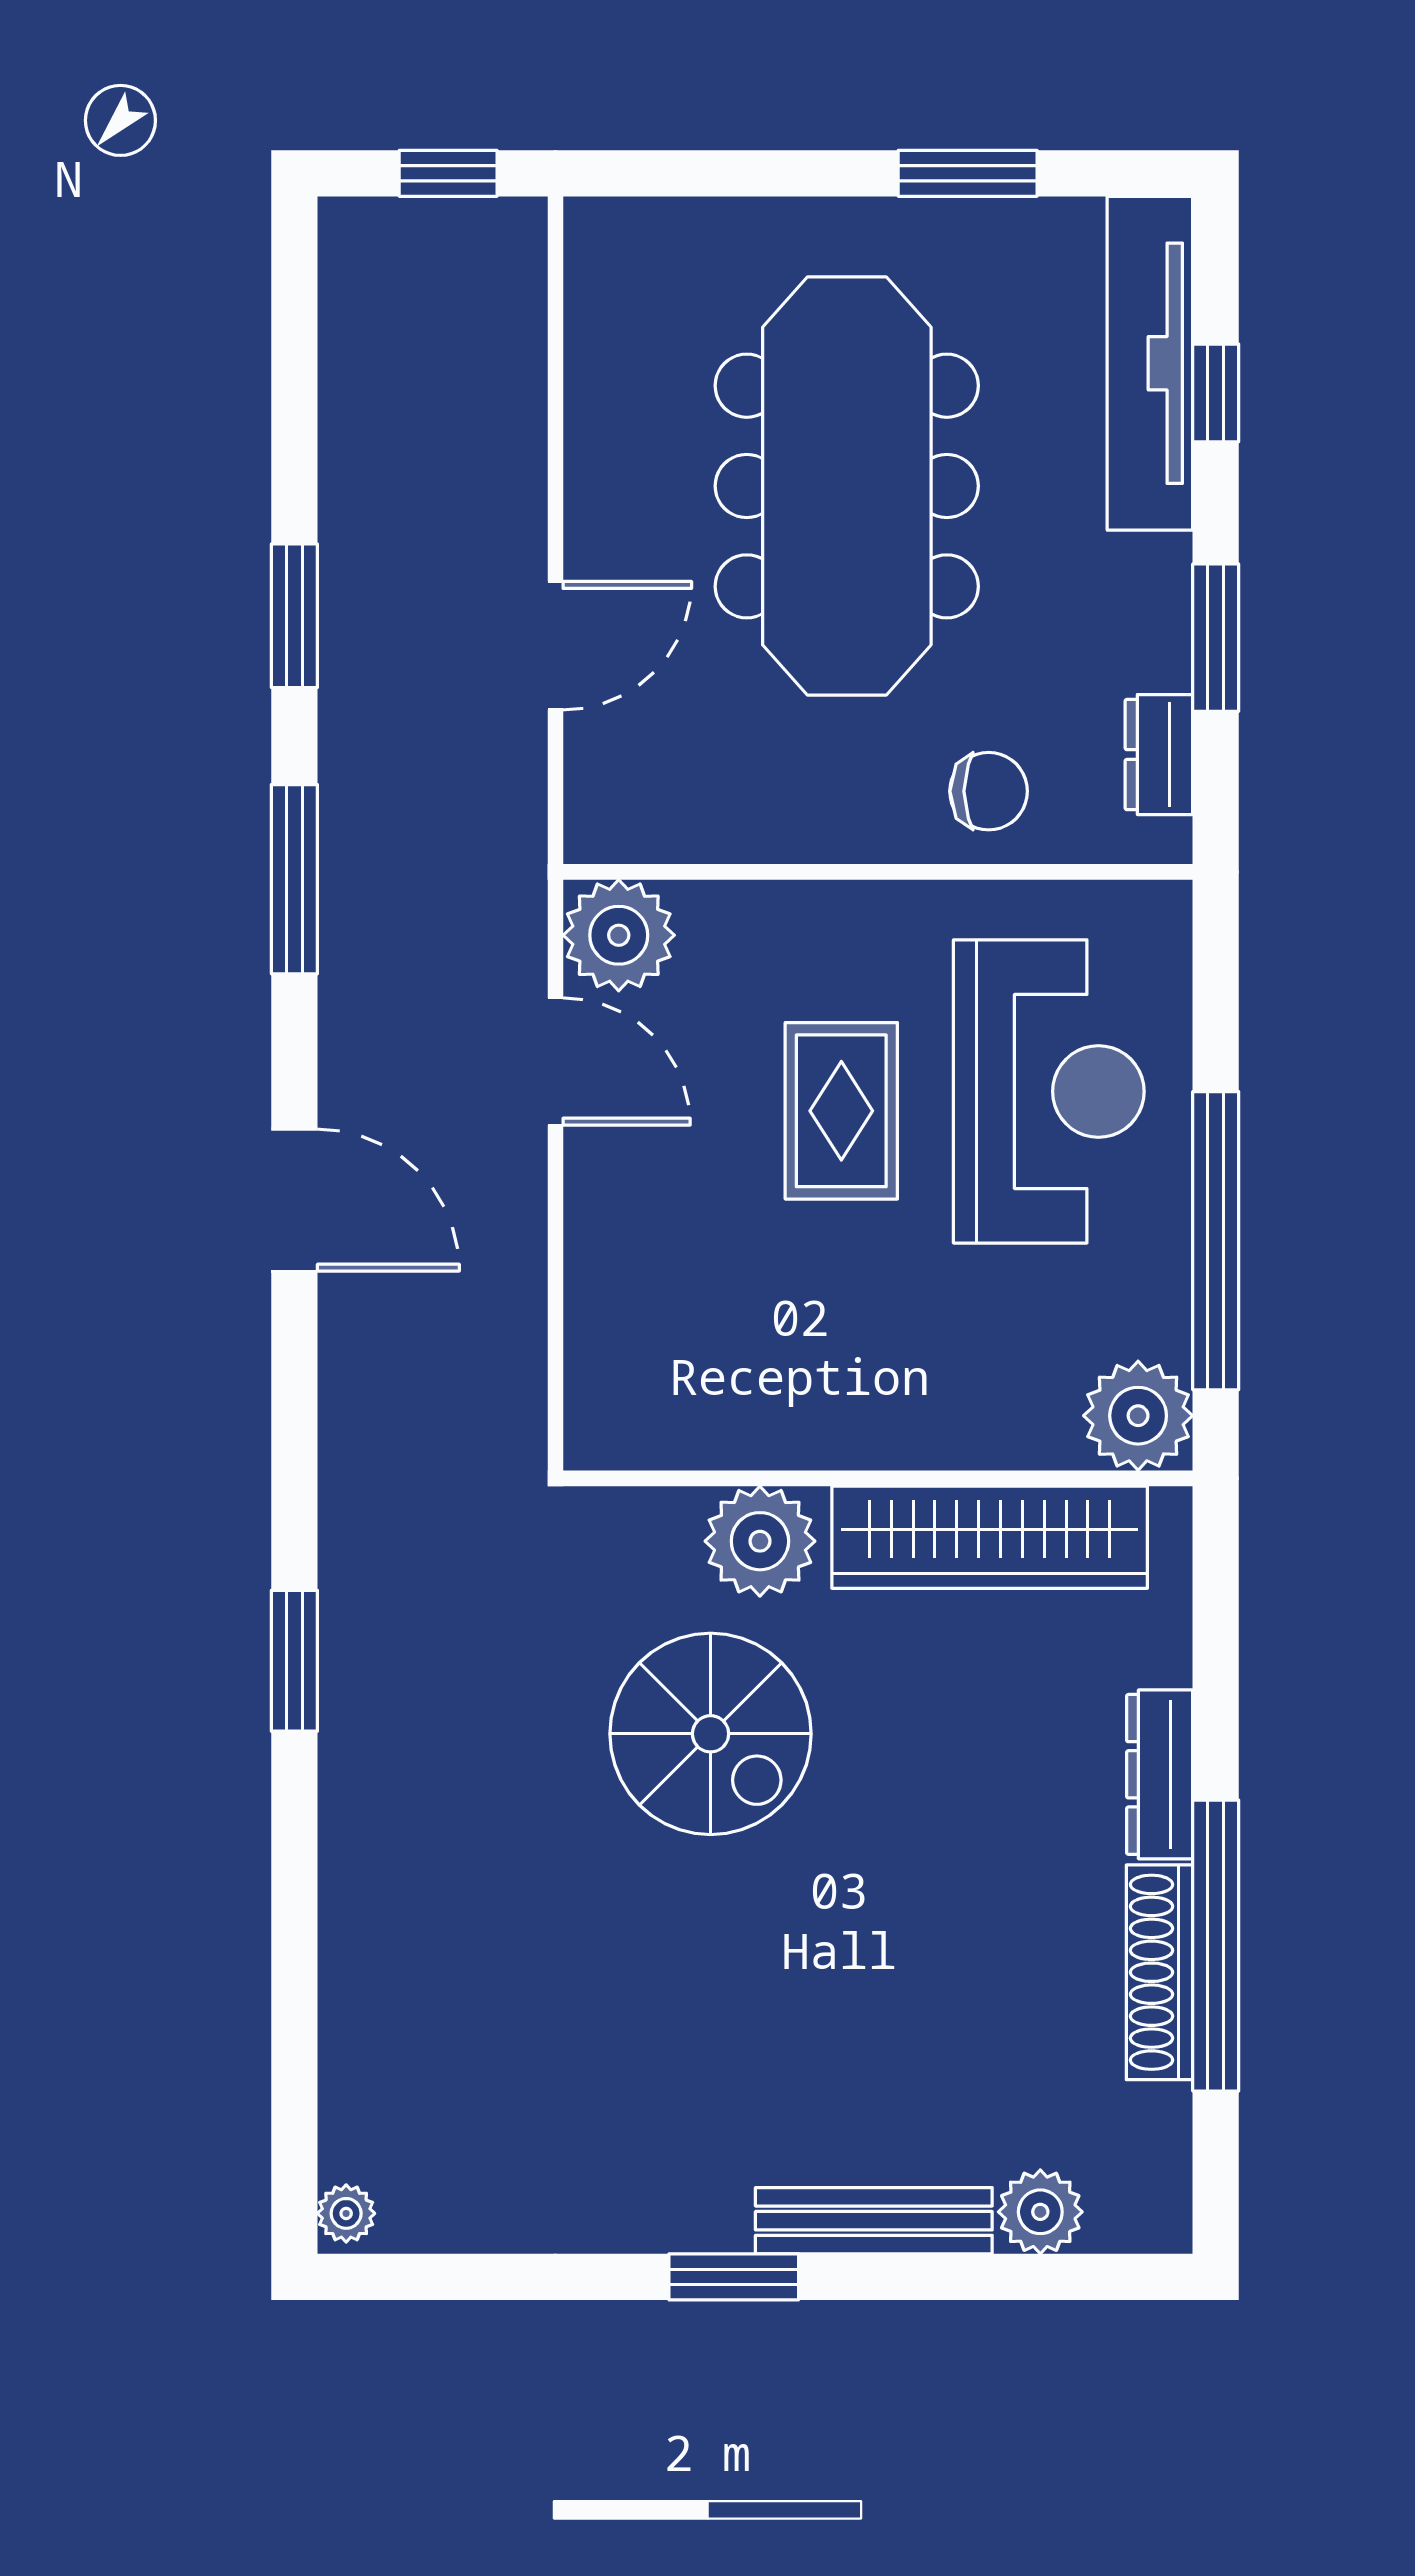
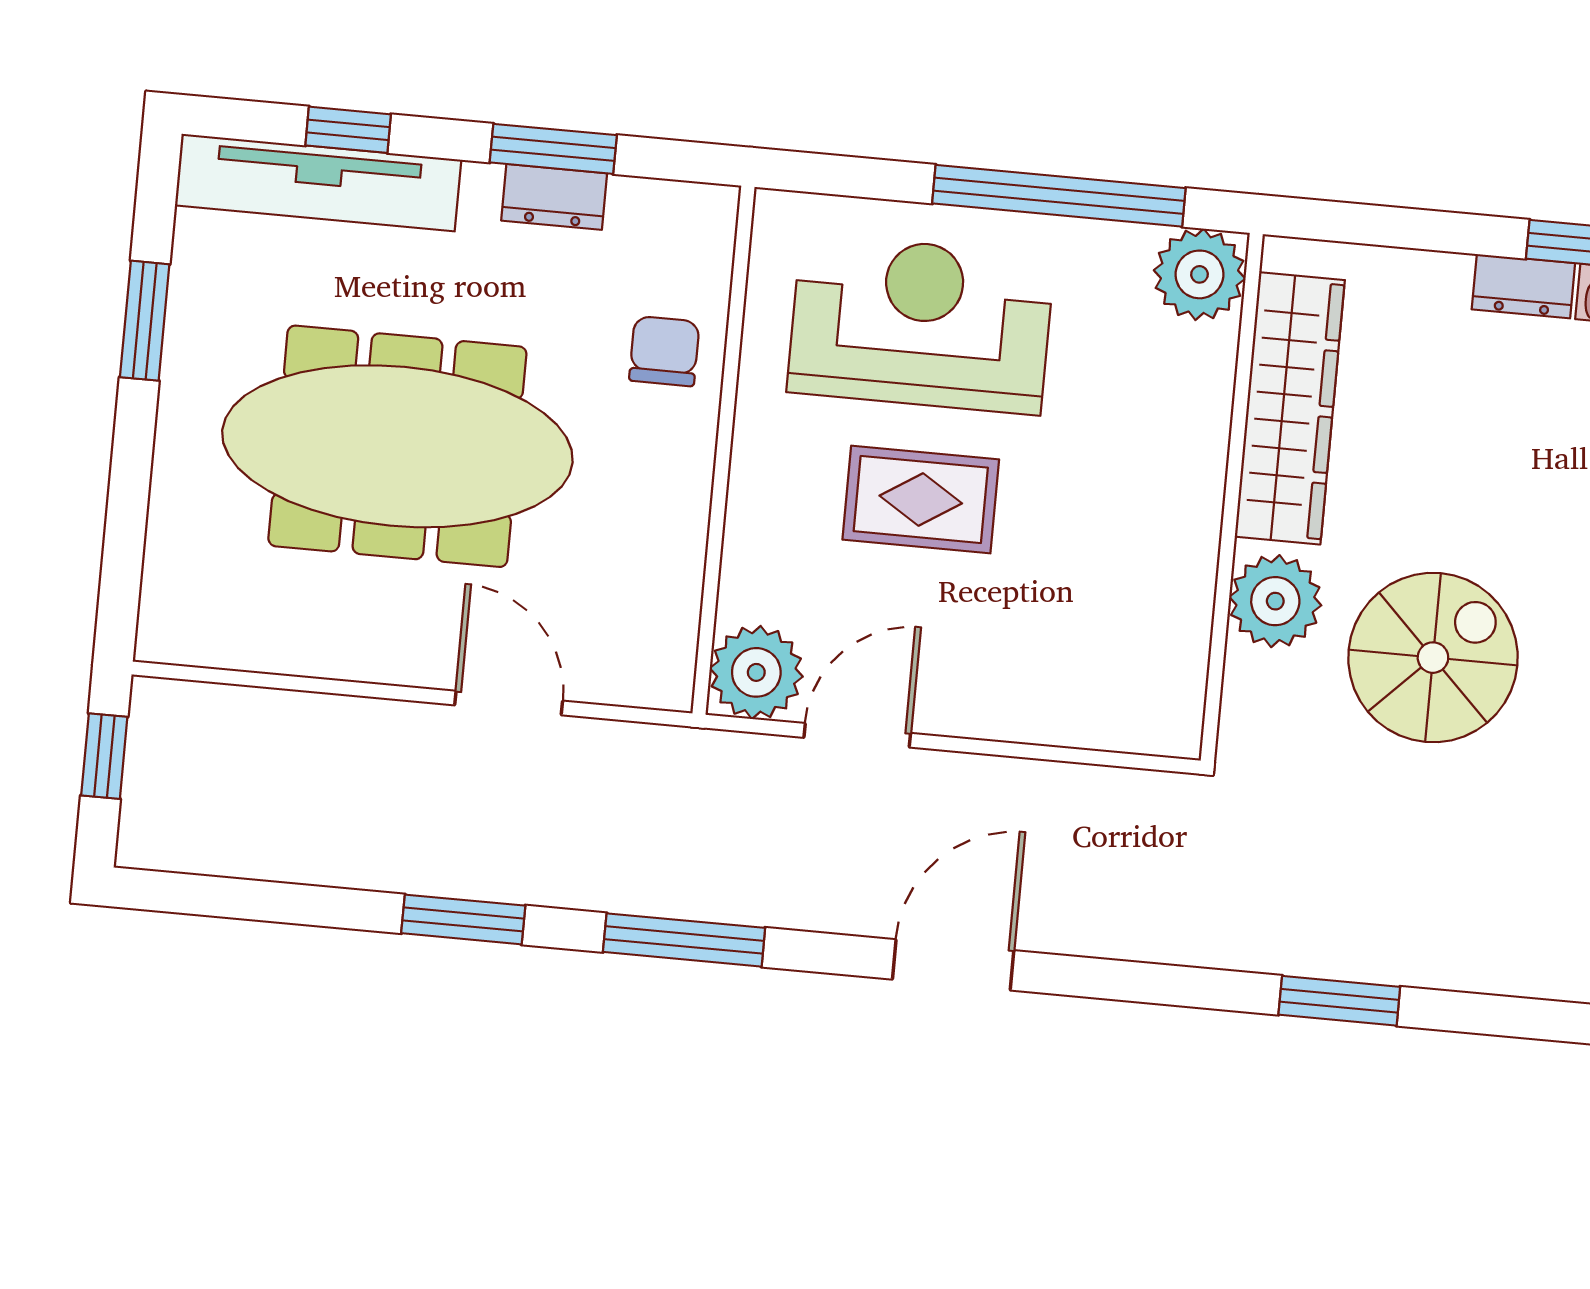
dresser: (1159, 755) -> (554, 197), moved
dresser: (1160, 1774) -> (1523, 286), width x0.70

